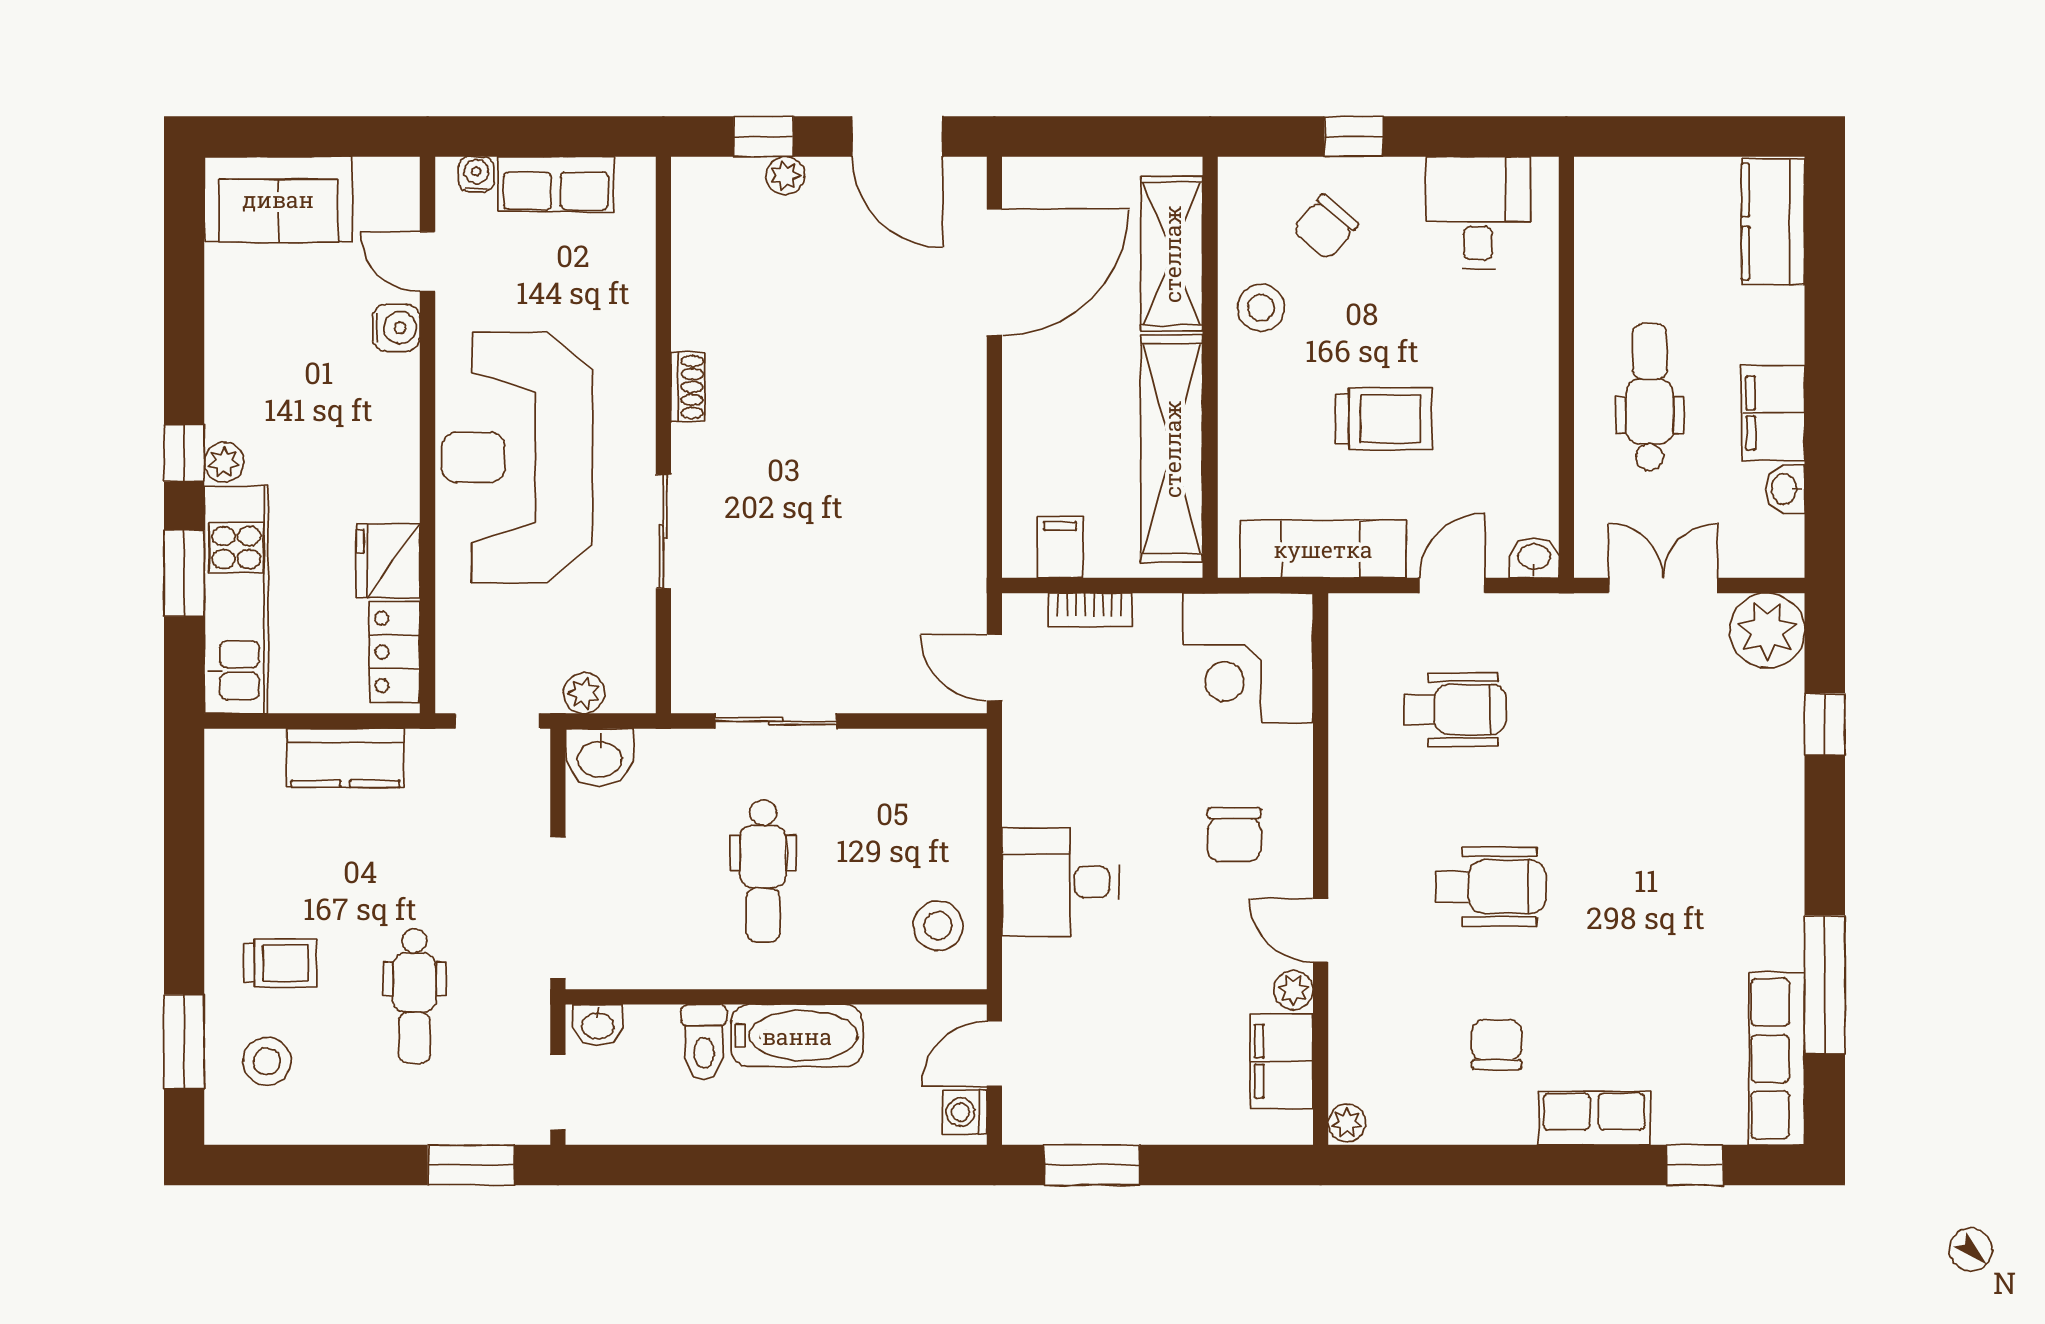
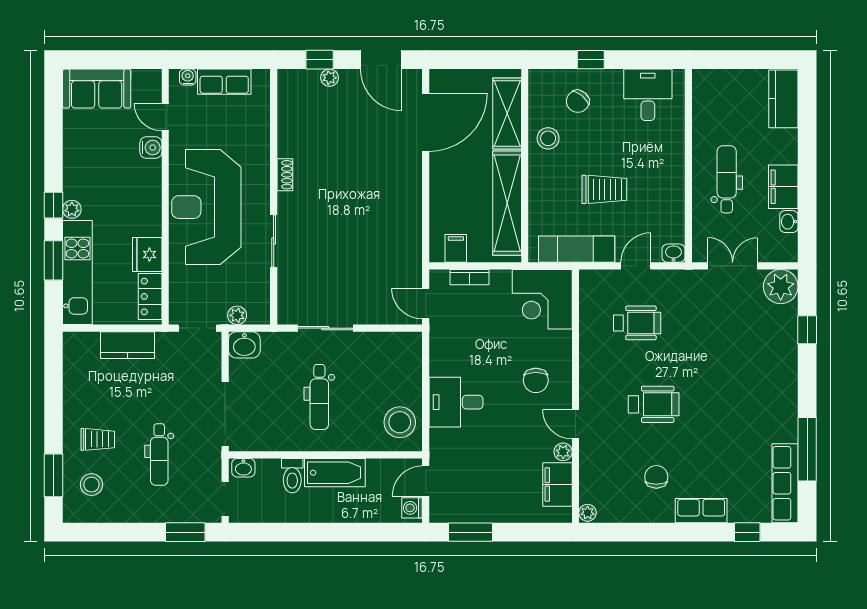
stool: (938, 926) -> (400, 422), width x1.38, depth x1.38

